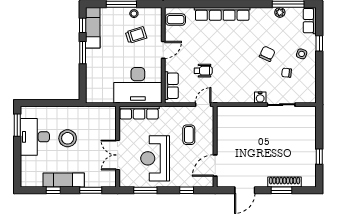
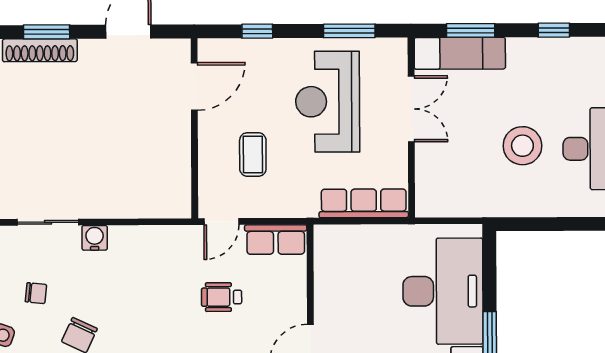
desk: (138, 85) -> (443, 291), moved, turned 90
row of seats: (171, 86) -> (276, 240), moved, turned -90
reception desk: (155, 158) -> (328, 102), turned 180
exam couch: (64, 180) -> (460, 53), moved

